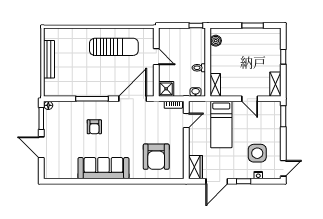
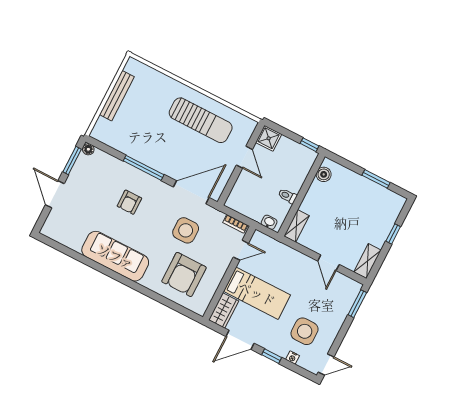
shower: (166, 89) -> (269, 138), moved
bed: (221, 124) -> (257, 293), moved, turned -90
side table: (142, 126) -> (186, 230), added

